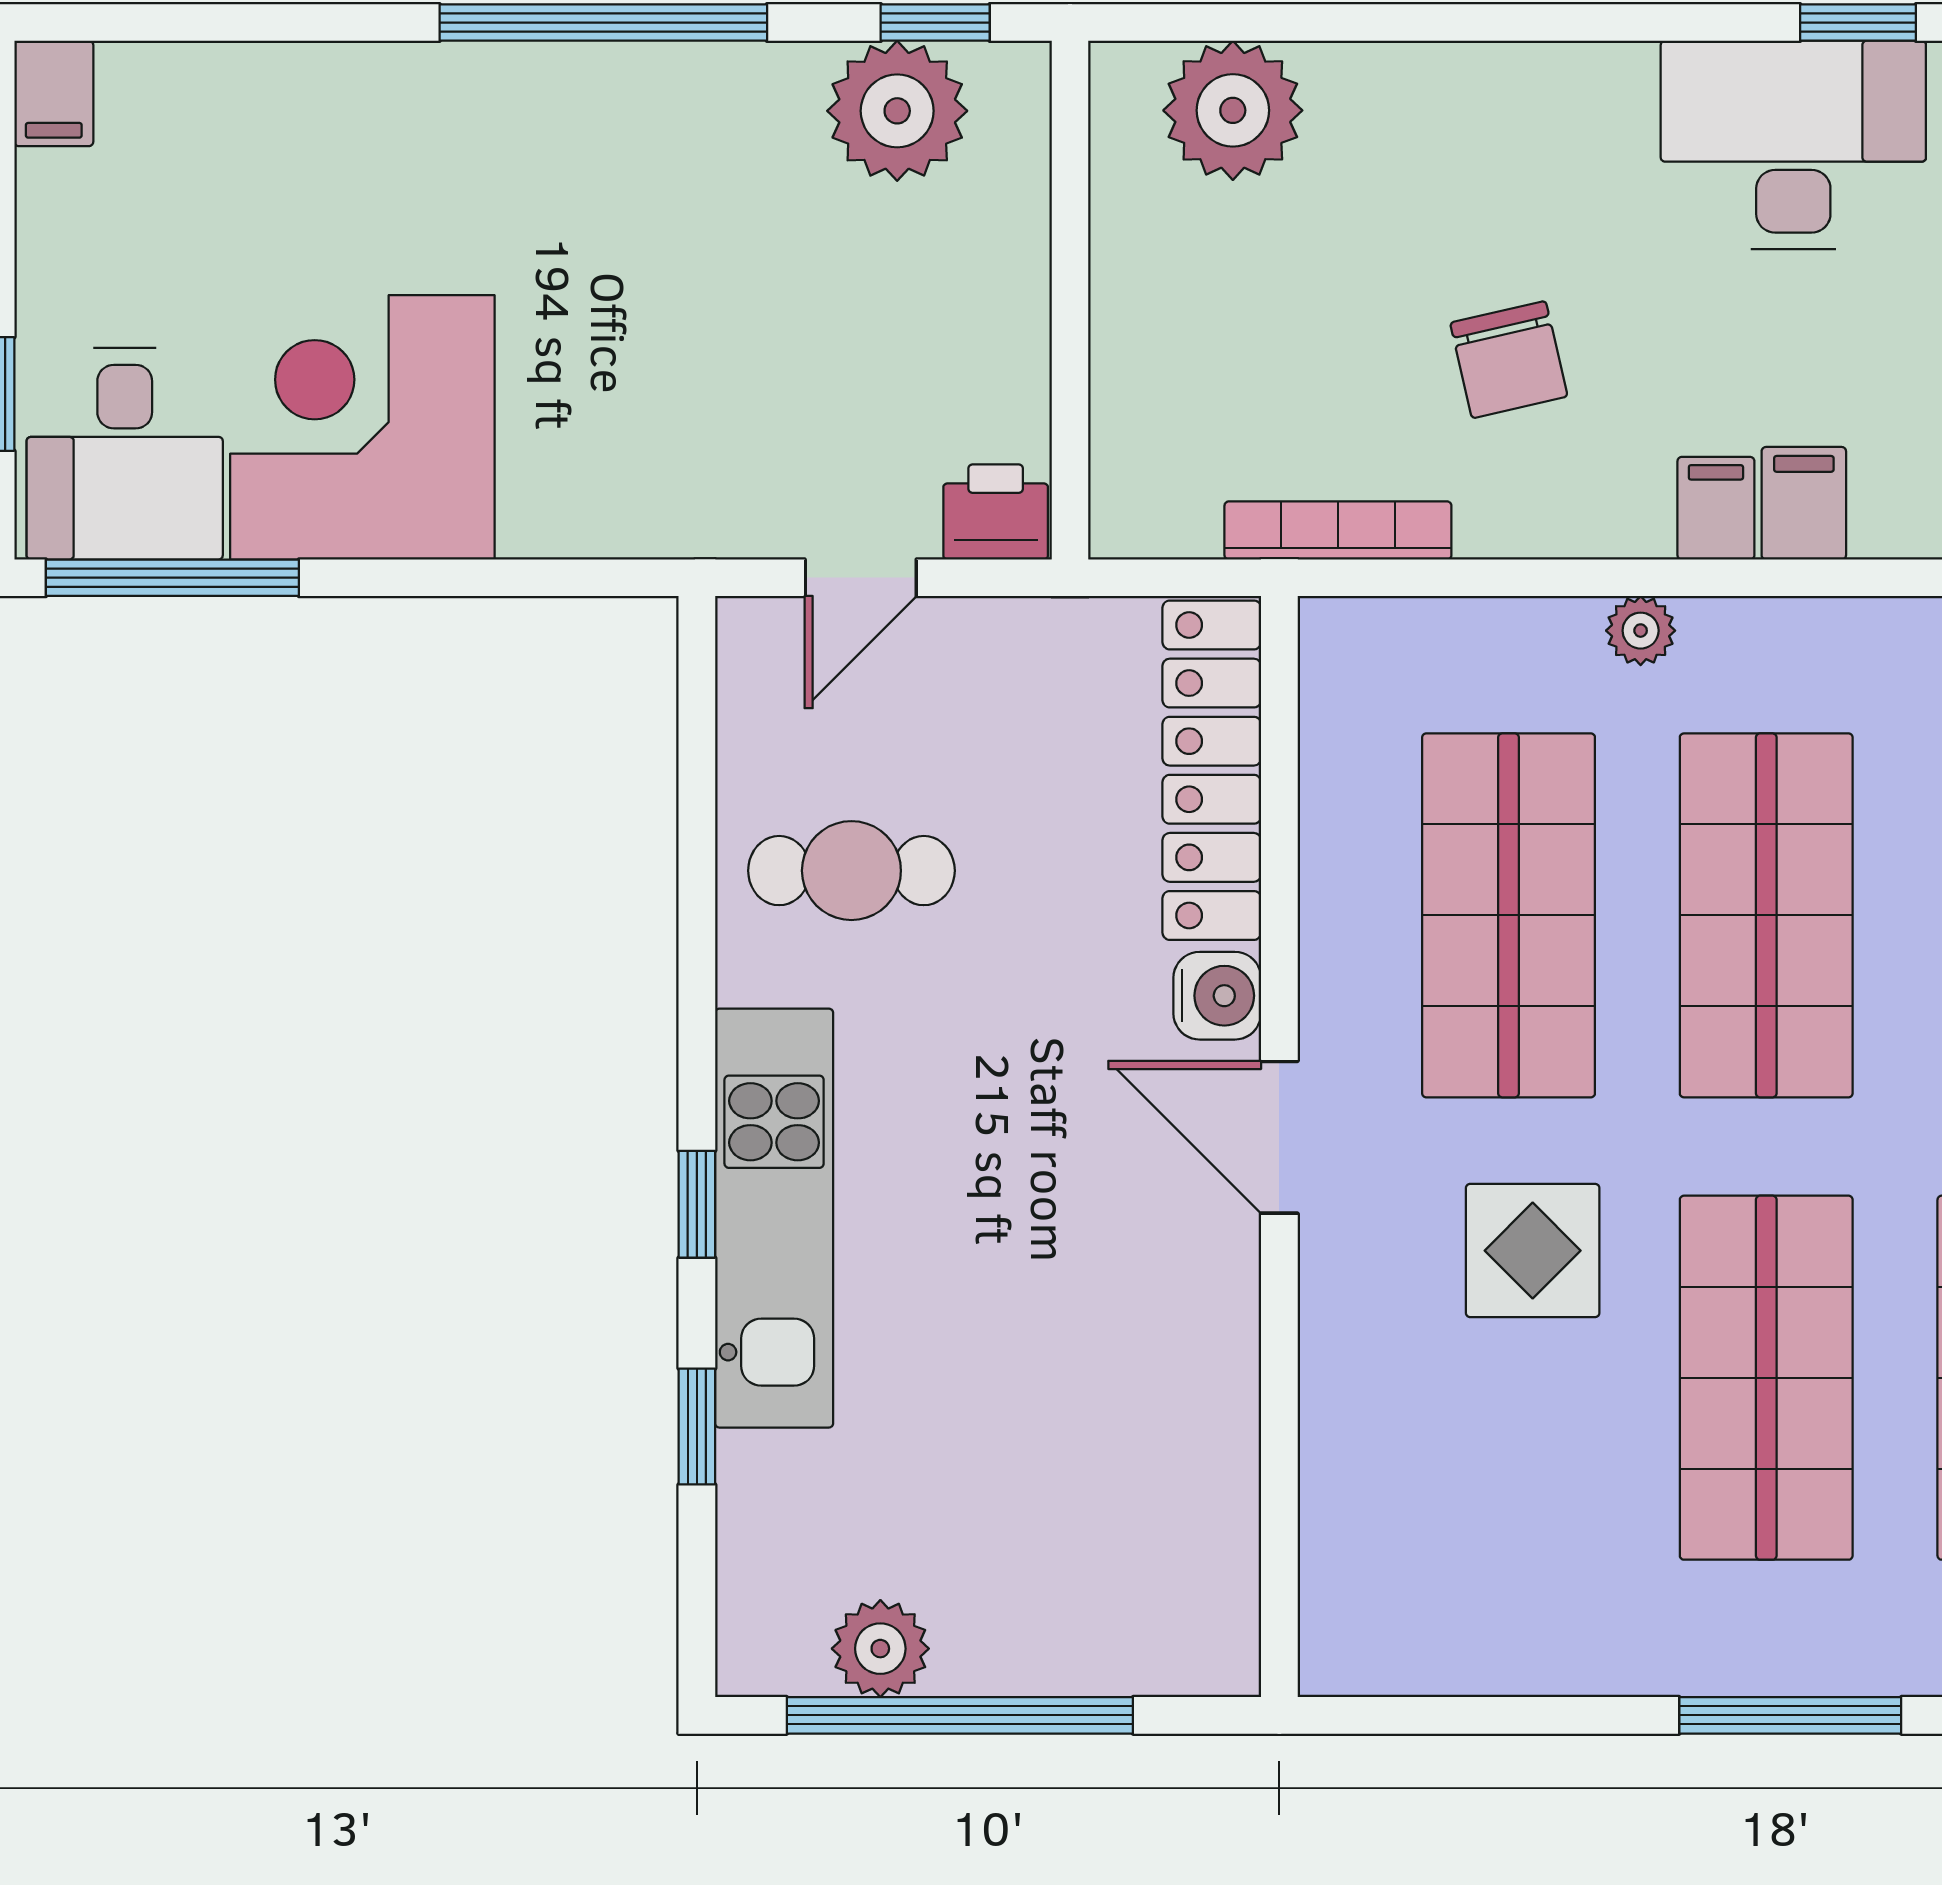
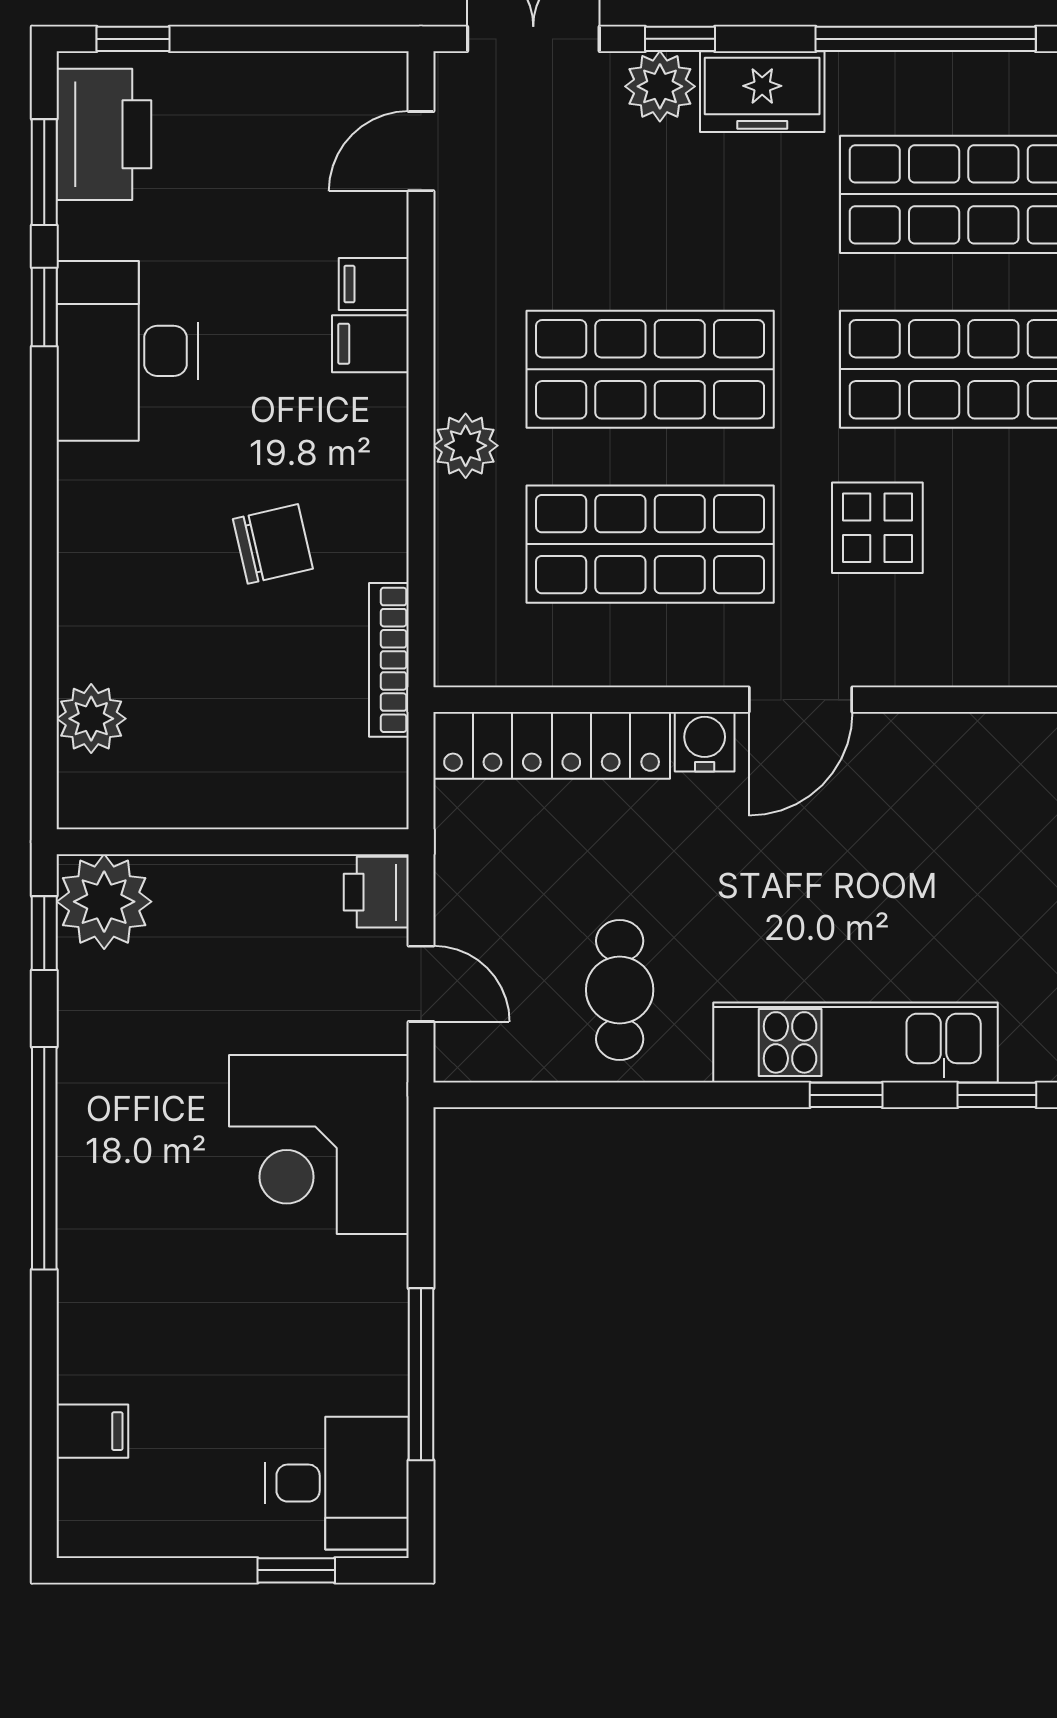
filing cabinet: (54, 93) -> (92, 1431), moved
plant: (1233, 110) -> (91, 719), width x0.73, depth x0.73
plant: (897, 111) -> (104, 902), moved
corner desk: (362, 427) -> (319, 1145), moved
filing cabinet: (1716, 508) -> (374, 284), moved
window: (172, 578) -> (421, 1374), moved
plant: (1641, 631) -> (466, 446), width x1.38, depth x1.38

